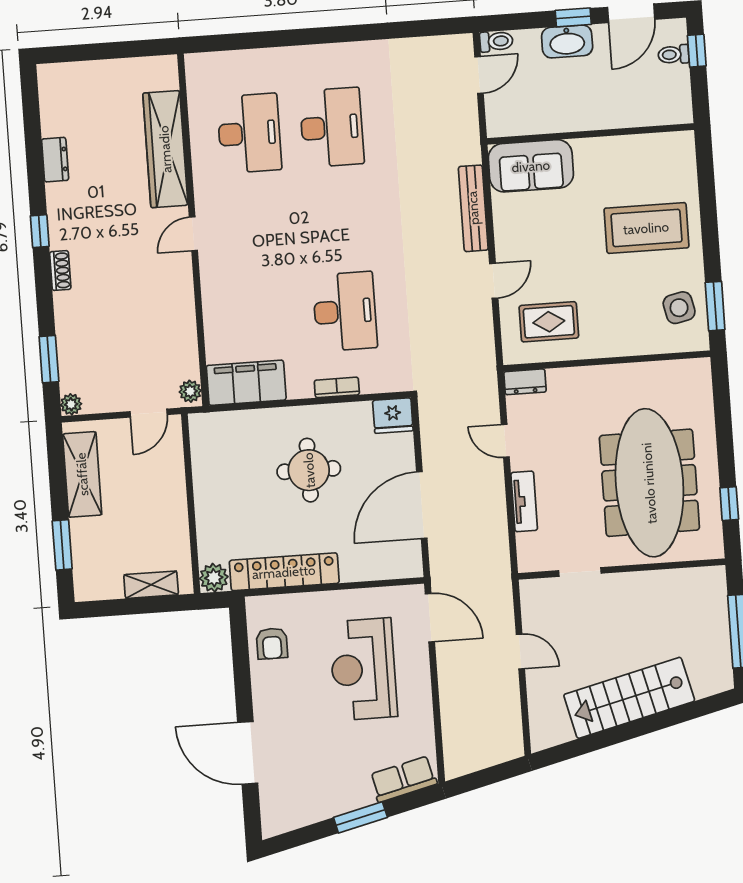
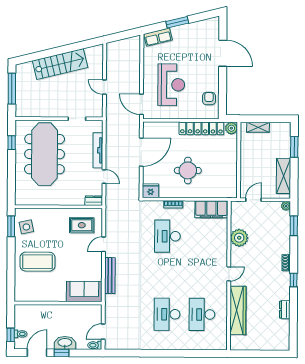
plant: (190, 391) -> (239, 238), moved, width x1.87, depth x1.87
tv unit: (524, 501) -> (98, 150), width x1.41

